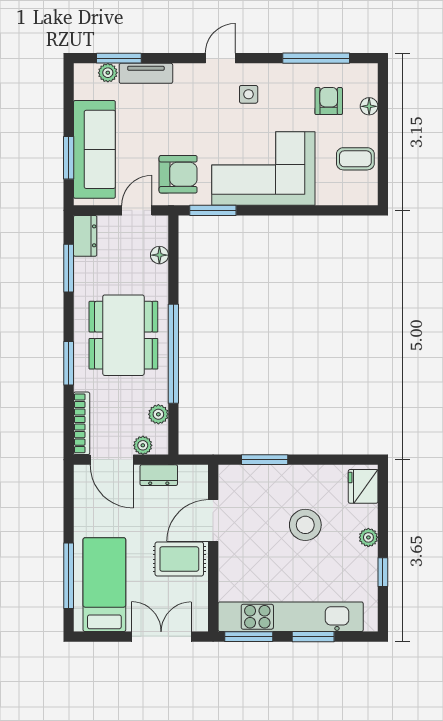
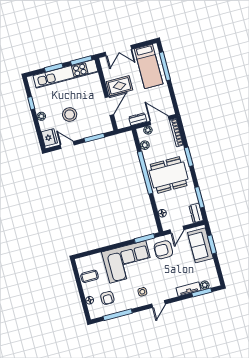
sofa: (94, 149) -> (200, 245), width x0.73
dining table: (123, 335) -> (169, 175), turned 90
door: (328, 460) -> (67, 145), added

